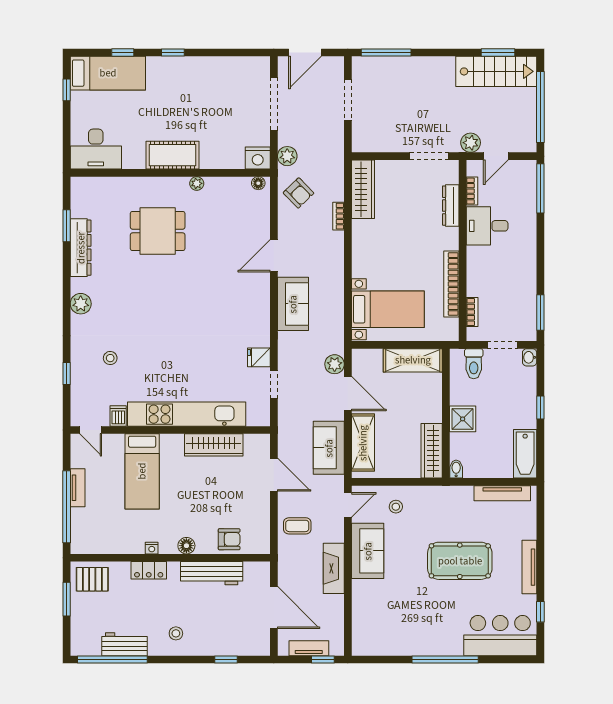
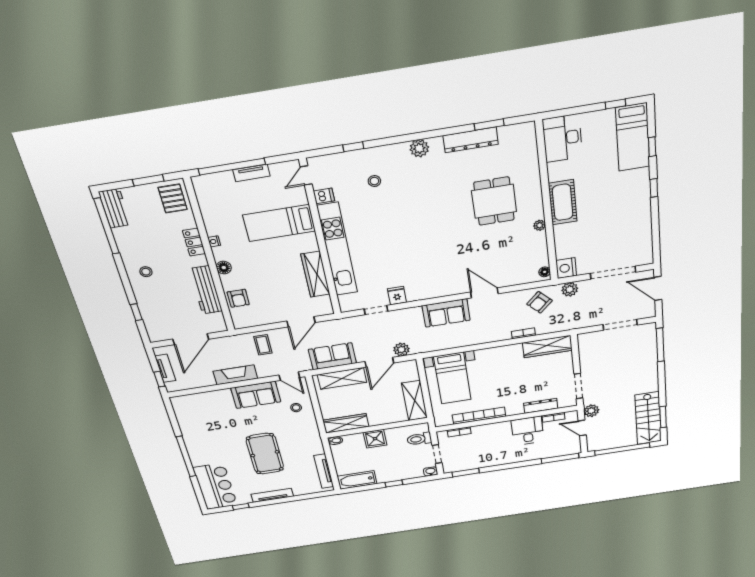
workbench: (125, 644) -> (115, 208), moved

